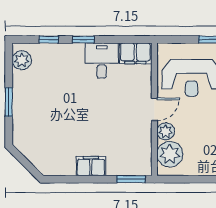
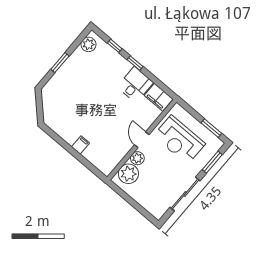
door: (154, 109) -> (142, 140), swing flipped
filing cabinet: (91, 166) -> (80, 145), width x0.50
window: (131, 179) -> (93, 169), removed

